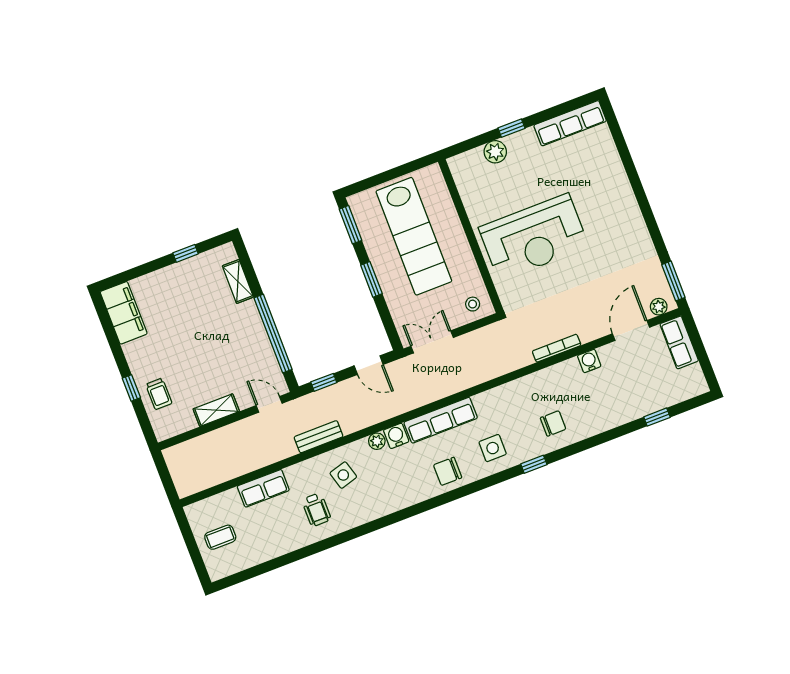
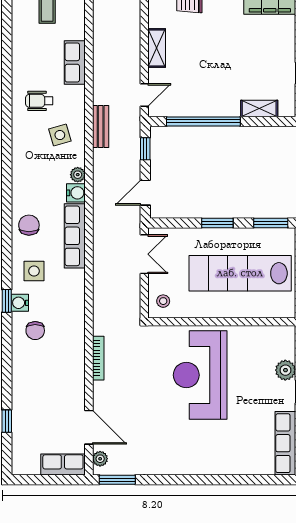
water cooler: (589, 361) -> (20, 303), moved, turned 180

